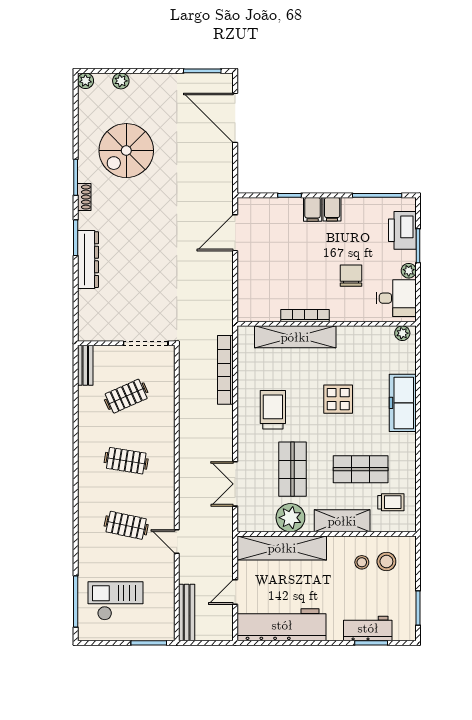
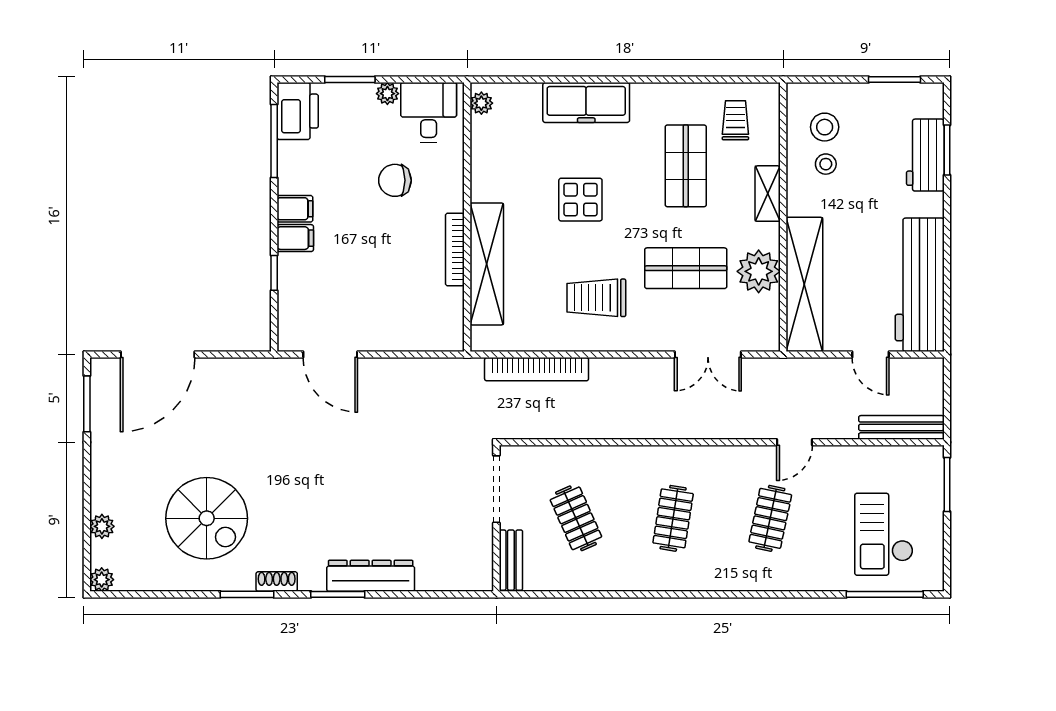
printer: (402, 230) -> (298, 111), moved, turned -90
bench: (85, 365) -> (511, 560), moved, turned 90
shelving: (342, 521) -> (768, 194), width x0.67, depth x0.75

